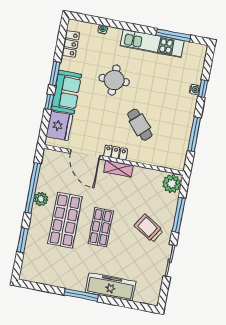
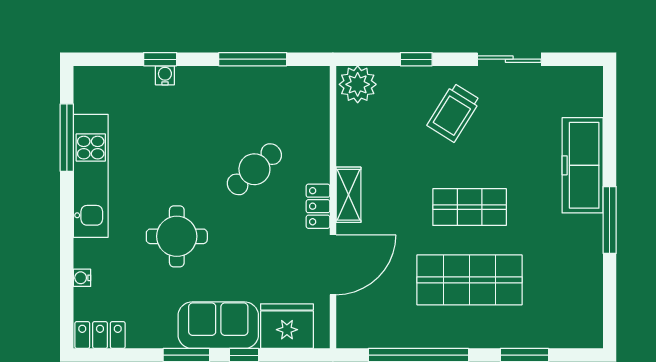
locker: (71, 44) -> (100, 335), moved
plant: (41, 199) -> (437, 334), removed
window: (179, 215) -> (416, 59), width x0.46

